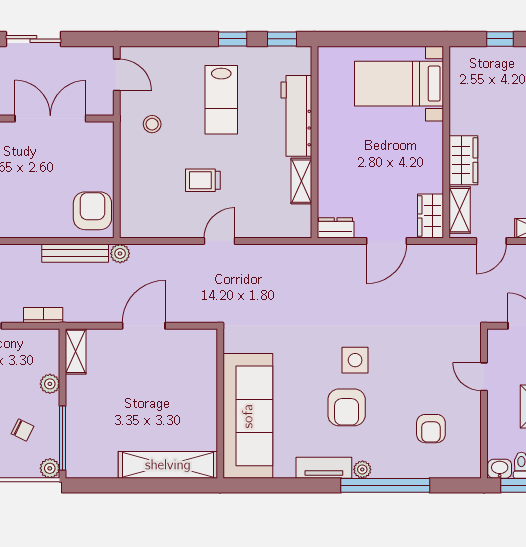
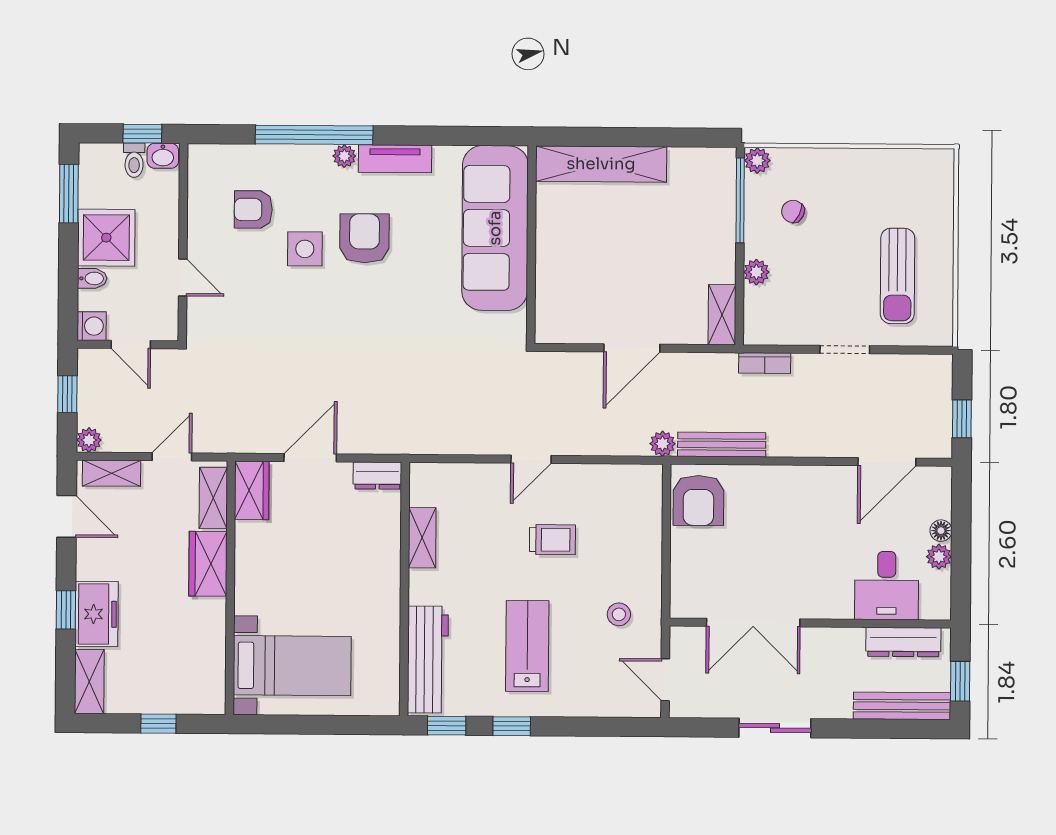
workbench: (296, 116) -> (428, 660), moved
side table: (355, 360) -> (305, 249), moved
armchair: (431, 429) -> (253, 210), turned -90

